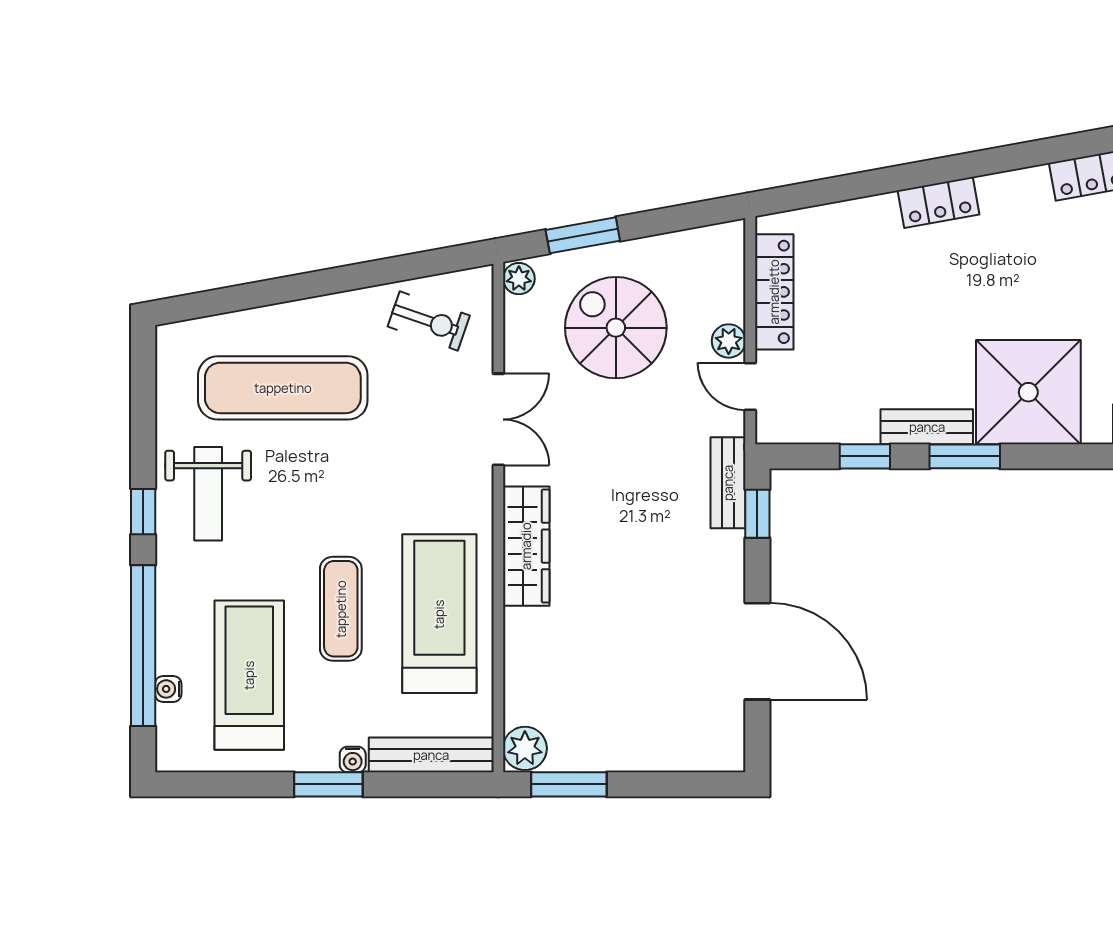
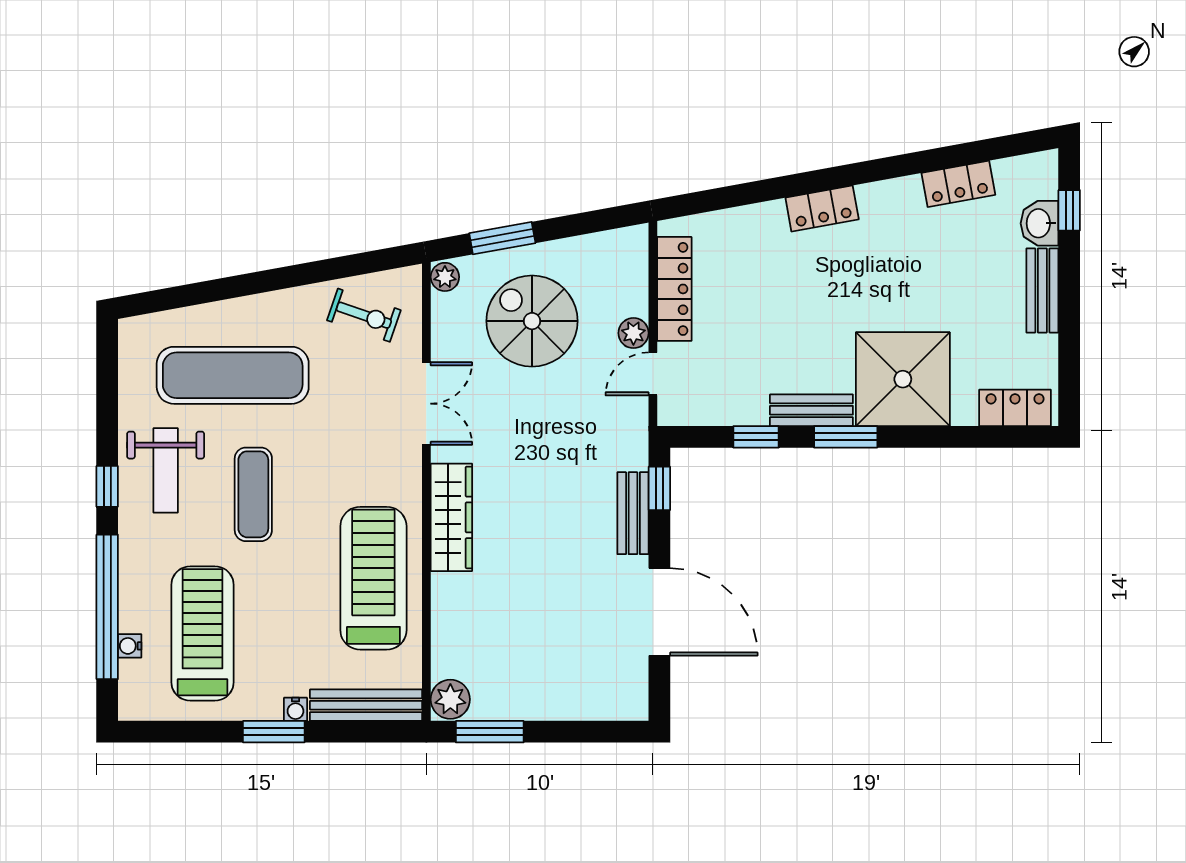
door: (750, 386) -> (653, 374), hinge flipped
bench: (728, 483) -> (633, 513), moved
exercise mat: (341, 609) -> (253, 494), moved

